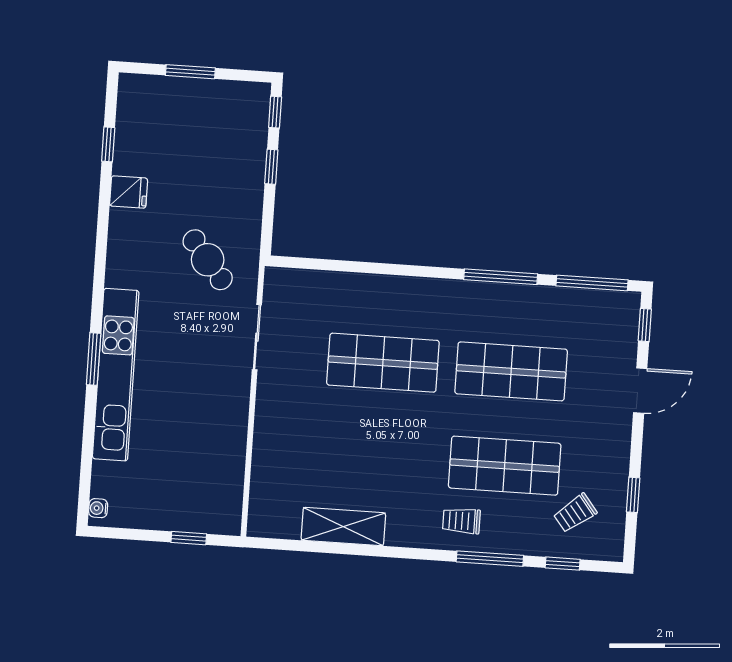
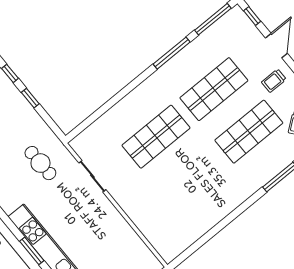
cafe table: (208, 260) -> (40, 163), turned 38
trolley: (461, 521) -> (274, 81), moved
shelving: (343, 527) -> (205, 222), removed

